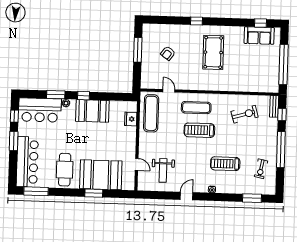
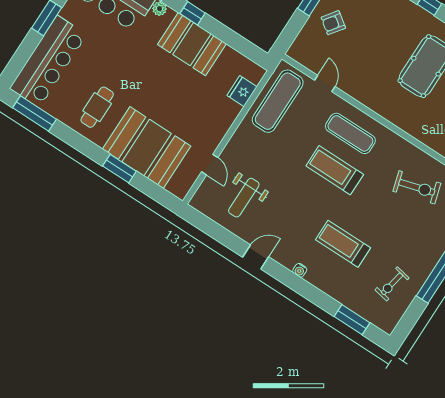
armchair: (168, 53) -> (333, 23), moved
cafe table: (65, 170) -> (97, 107), width x0.73, depth x0.74

